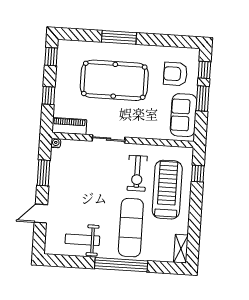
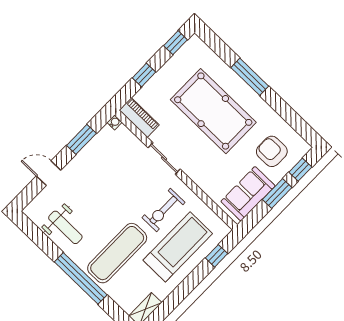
weight bench: (82, 240) -> (65, 227), turned 180

